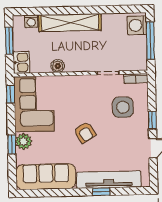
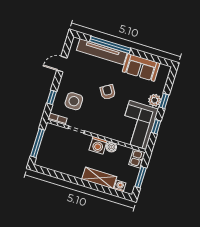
shelving: (70, 23) -> (99, 178), width x0.68
washing machine: (137, 25) -> (98, 145), moved, turned 90
window: (10, 94) -> (156, 127), moved
window: (152, 120) -> (52, 97), moved
sofa: (46, 177) -> (141, 67), width x0.73
window: (101, 192) -> (110, 45), width x3.17

